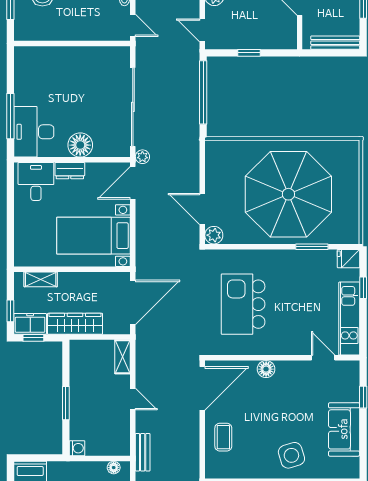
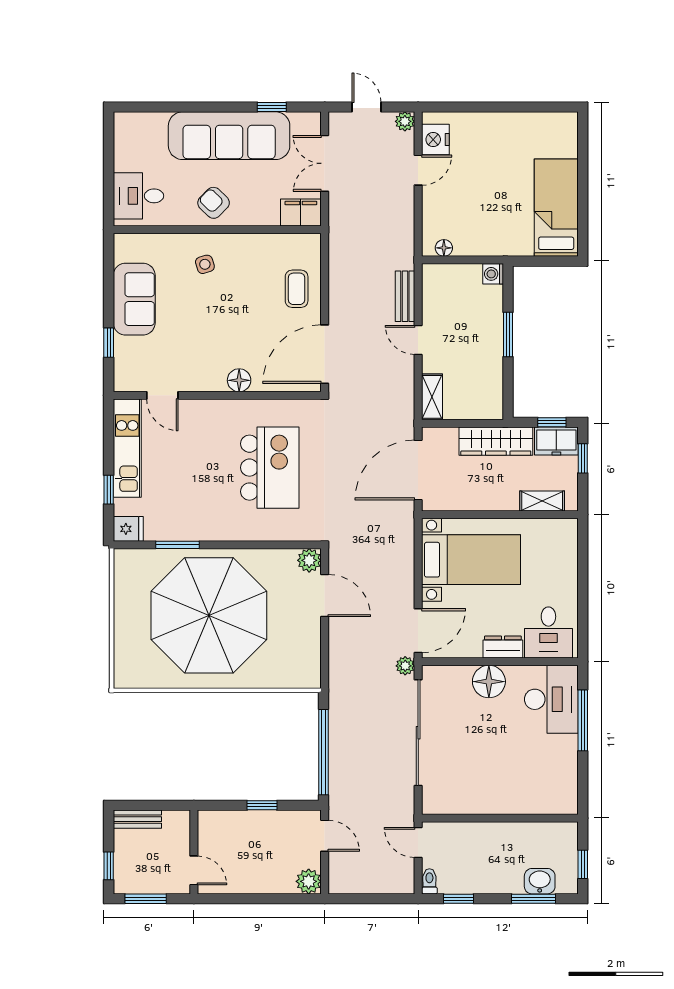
bench: (335, 43) -> (137, 819), width x0.73
bench: (143, 452) -> (405, 296), moved
side table: (291, 455) -> (205, 264), width x0.54, depth x0.54

